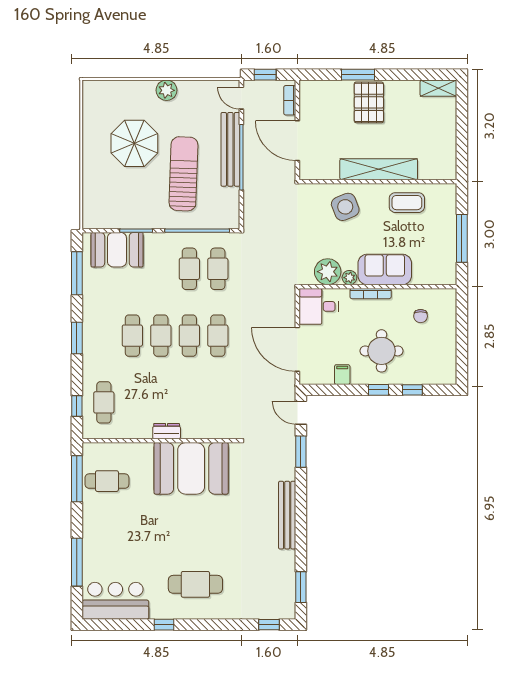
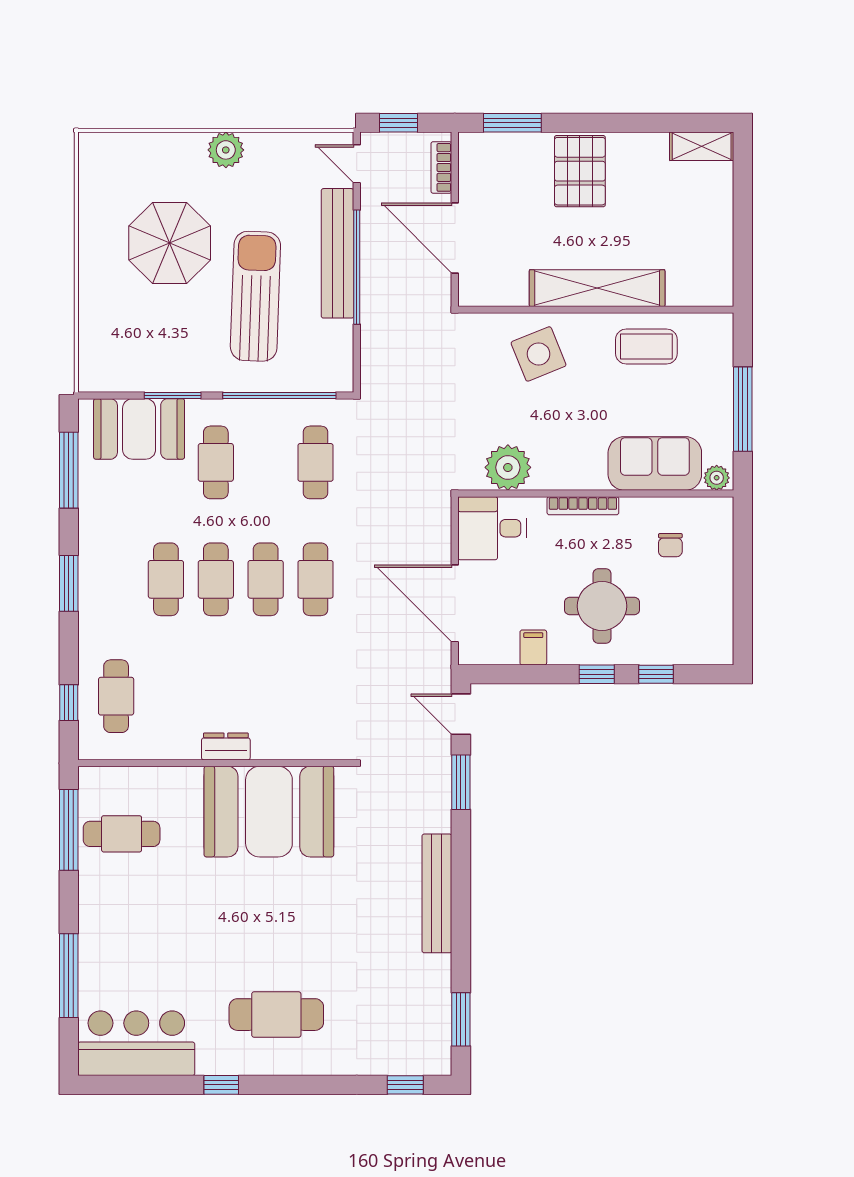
window: (358, 75) -> (512, 123), moved
cafe table: (189, 269) -> (216, 462), moved
sofa: (385, 269) -> (655, 463), moved
plant: (349, 278) -> (717, 478), moved

